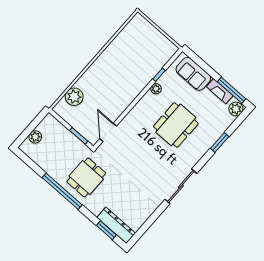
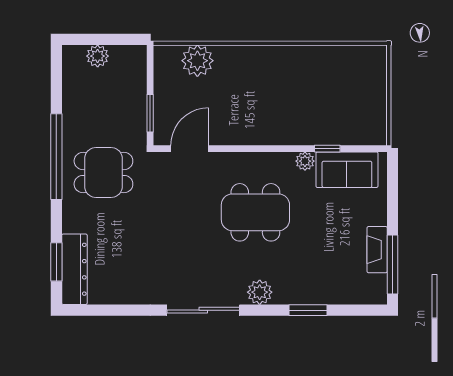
sofa: (193, 74) -> (347, 170), moved, turned -90
plant: (236, 109) -> (260, 292), moved
dining table: (176, 125) -> (255, 212), moved

